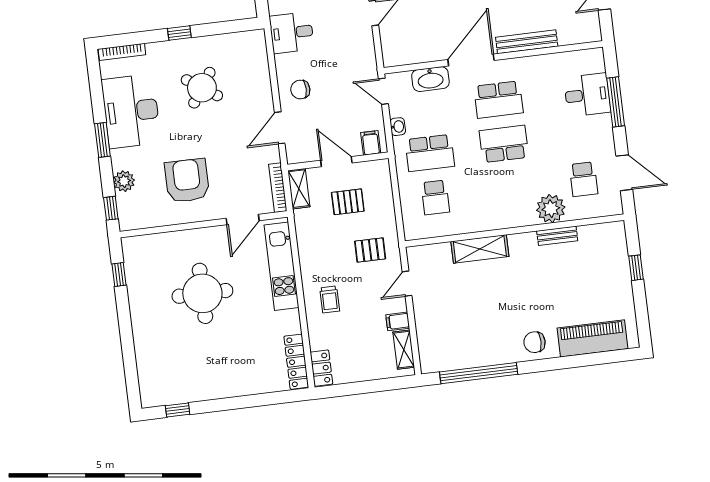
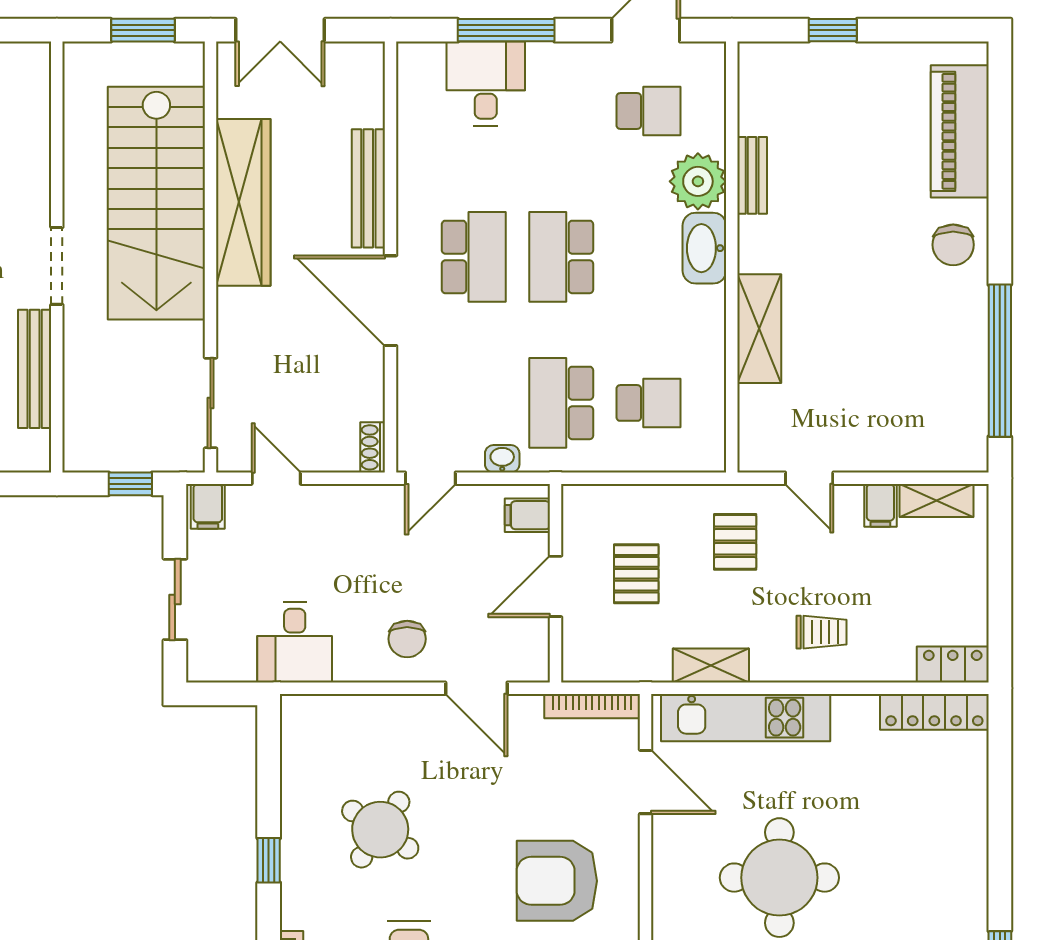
shoe rack: (396, 60) -> (373, 447), added
washbasin: (430, 79) -> (704, 248), moved, turned 180
school desk: (430, 153) -> (561, 403), turned 180
shelving: (299, 189) -> (711, 665), moved

